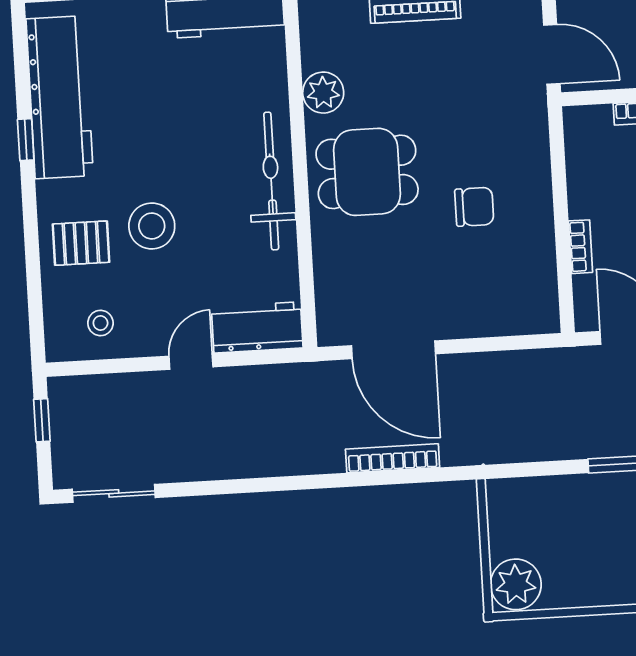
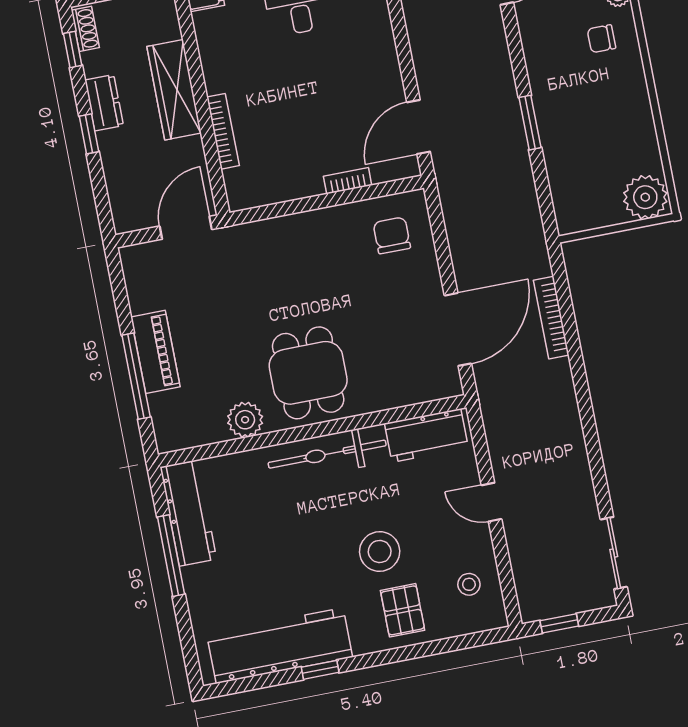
chair: (474, 207) -> (392, 235), moved
workbench: (257, 327) -> (426, 436), moved, turned -90

